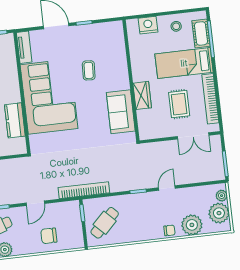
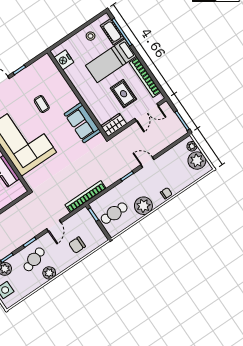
nightstand: (148, 25) -> (64, 60), moved, turned -90
wardrobe: (142, 95) -> (114, 125), moved, turned -90
door: (167, 188) -> (147, 162), hinge flipped
cafe table: (105, 223) -> (114, 213), turned 45
plant: (192, 225) -> (143, 206), moved

